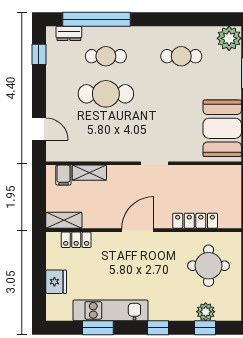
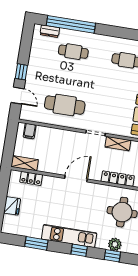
window: (39, 54) -> (21, 72), moved
cafe table: (106, 94) -> (65, 105), moved
shelving: (89, 173) -> (118, 144), moved
kitchen unit: (111, 310) -> (69, 236), moved

